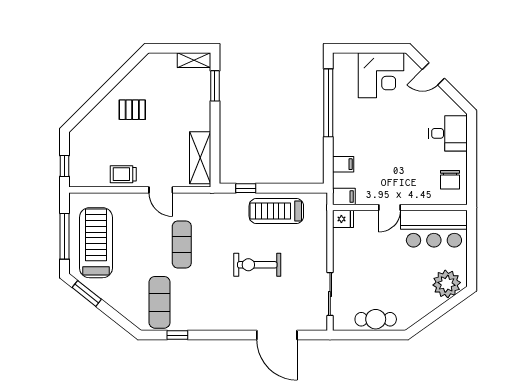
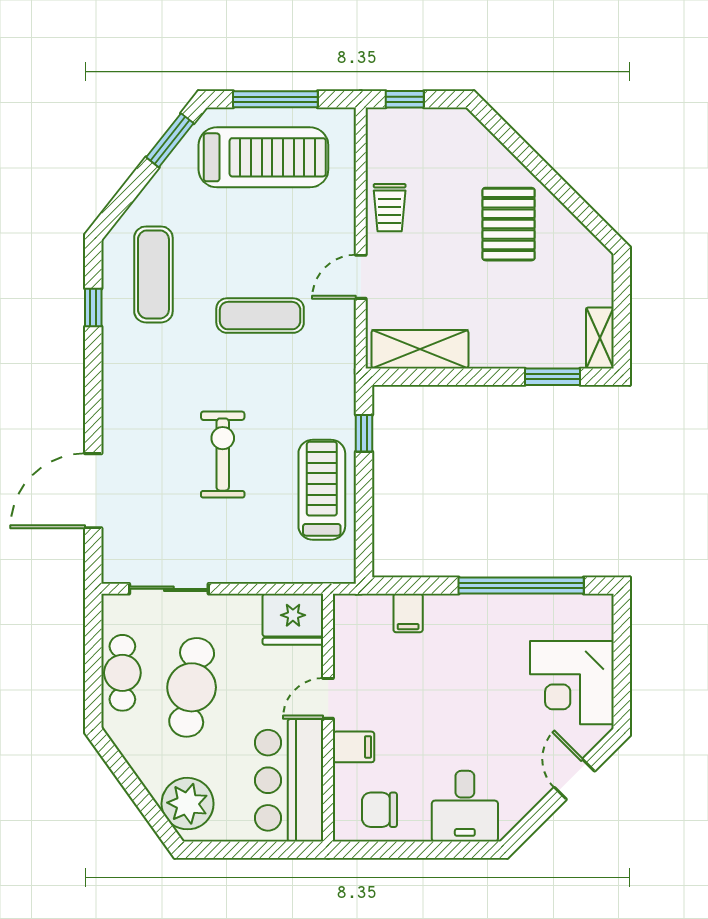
pallet: (132, 110) -> (509, 224), width x1.50, depth x1.42
trolley: (123, 174) -> (390, 208), turned 180
filing cabinet: (344, 197) -> (354, 747), moved, turned -90
door: (390, 208) -> (328, 698), hinge flipped
fridge: (343, 219) -> (293, 619), width x1.88, depth x1.34
cafe table: (384, 282) -> (192, 687), added
exercise mat: (160, 302) -> (153, 274), turned 90

